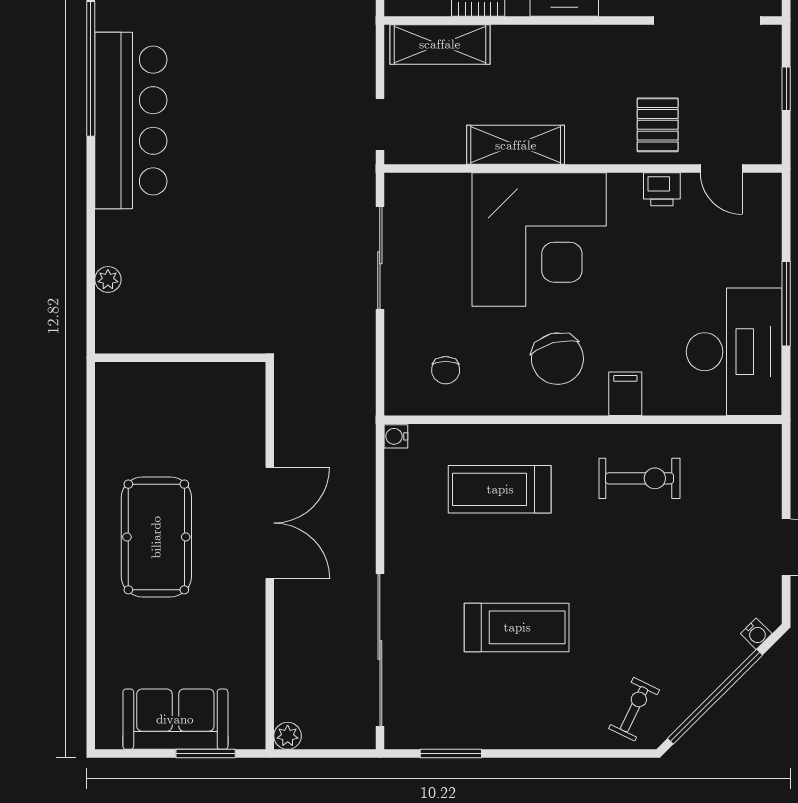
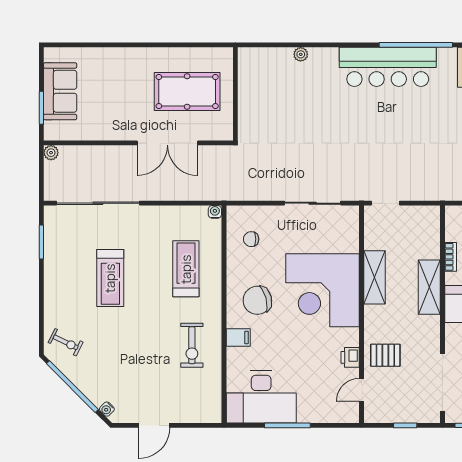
shelving: (440, 44) -> (429, 287), moved
wall: (180, 358) -> (235, 94), moved
pool table: (156, 537) -> (187, 92), moved

